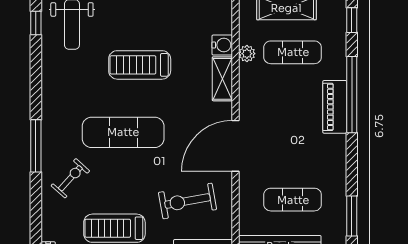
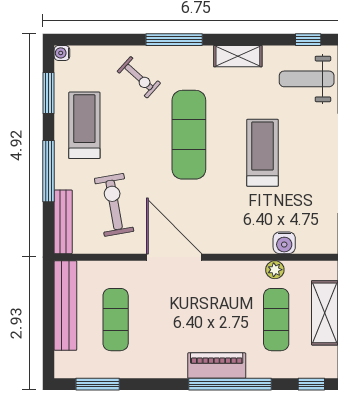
shelving: (222, 79) -> (238, 56), moved

